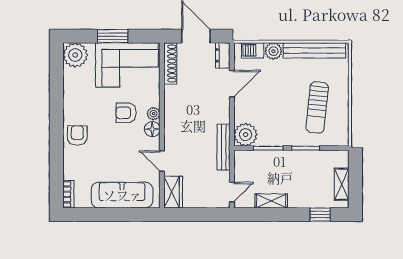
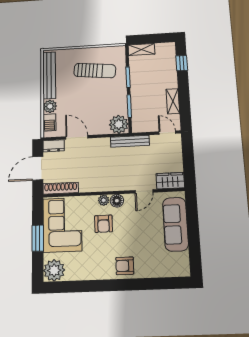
shelving: (342, 184) -> (141, 50), moved
bookcase: (68, 194) -> (178, 272), removed

